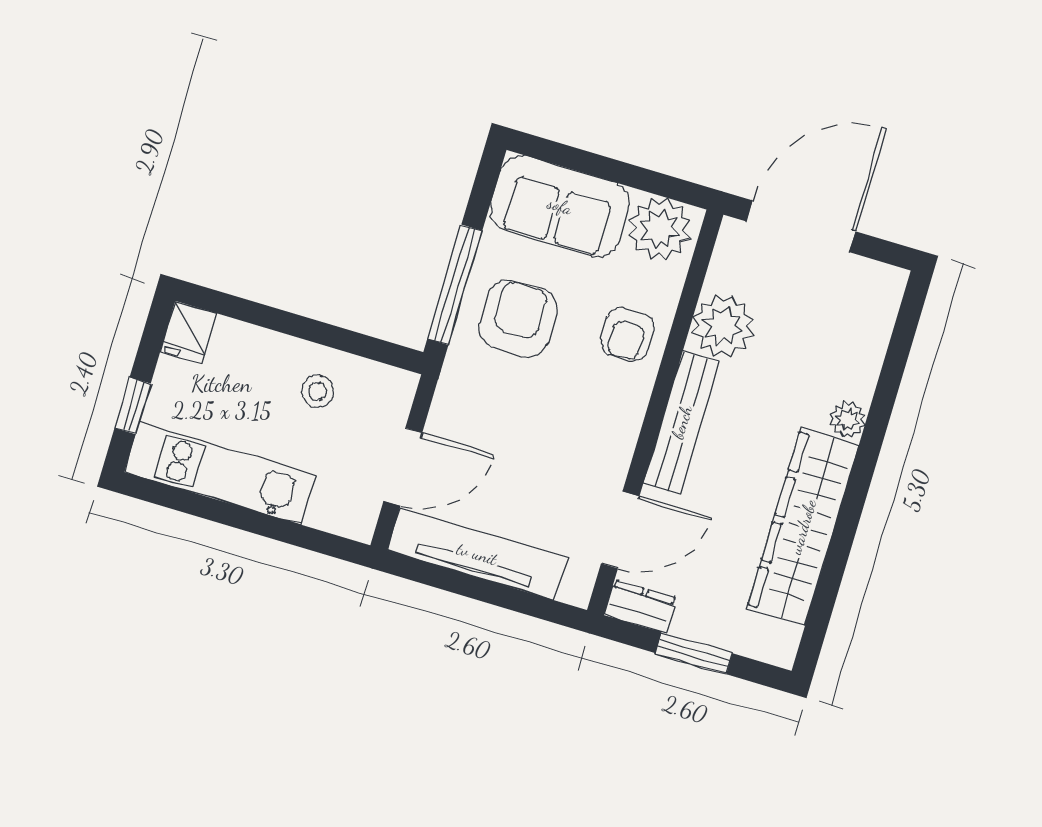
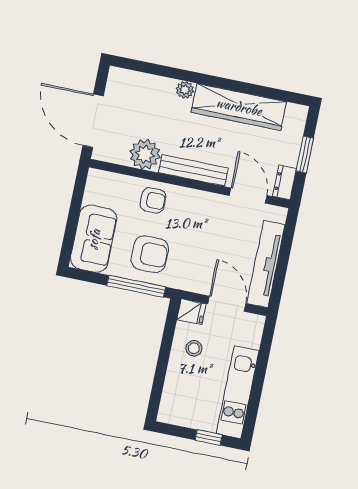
plant: (660, 229) -> (100, 189), removed
armchair: (518, 318) -> (150, 254), turned 180
fridge: (189, 332) -> (191, 312), moved

